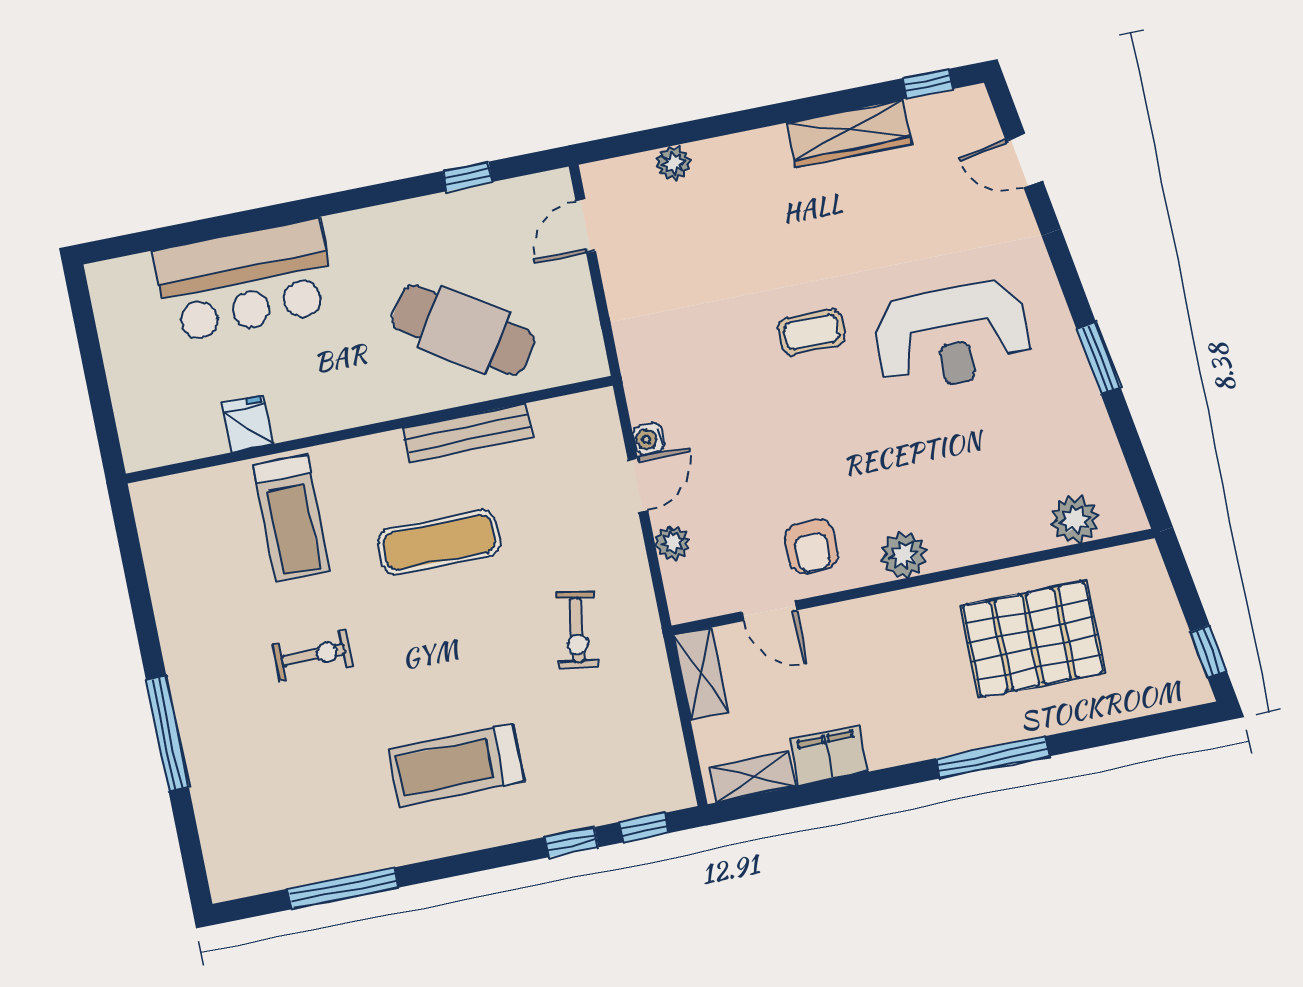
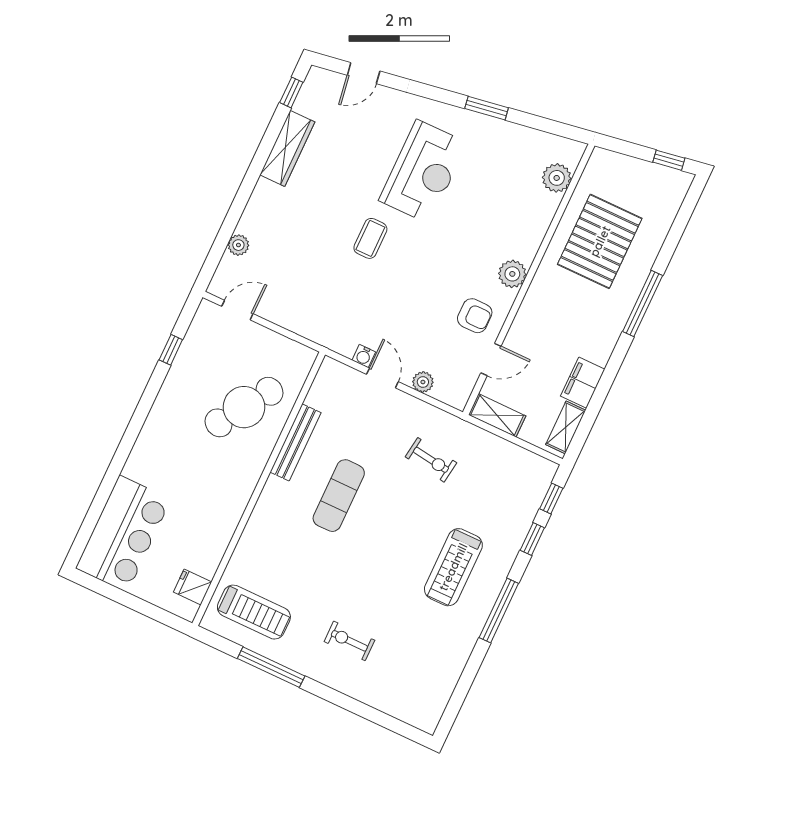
door: (586, 226) -> (237, 310), swing flipped
bar counter: (245, 280) -> (123, 534), moved
fridge: (247, 424) -> (193, 587), moved
treadmill: (291, 518) -> (254, 612), moved
exercise bike: (313, 655) -> (349, 641), moved, turned -90
window: (168, 734) -> (271, 667), moved
window: (343, 888) -> (499, 610), moved

